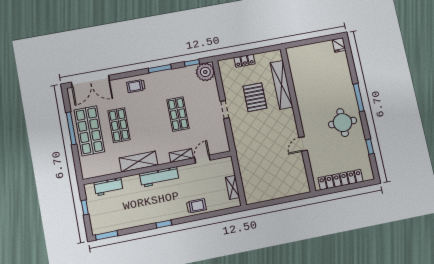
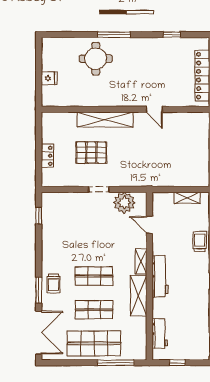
fridge: (339, 45) -> (49, 78), moved
window: (160, 69) -> (39, 290), moved
plant: (205, 72) -> (124, 203), moved
shelving: (281, 85) -> (105, 120), moved
shop shelf: (178, 114) -> (94, 276), moved
round table: (343, 123) -> (96, 59), moved
window: (71, 128) -> (116, 363), moved
shelving: (181, 156) -> (141, 261), moved

